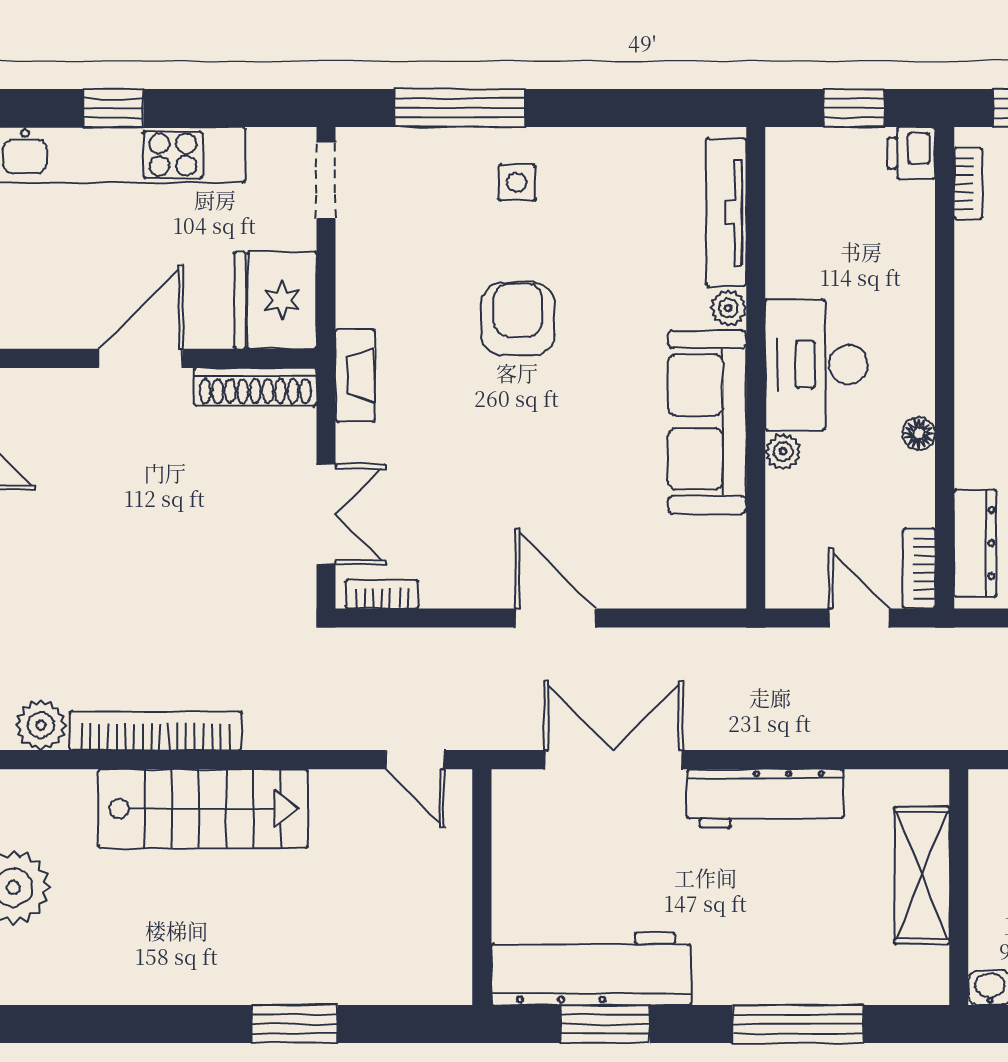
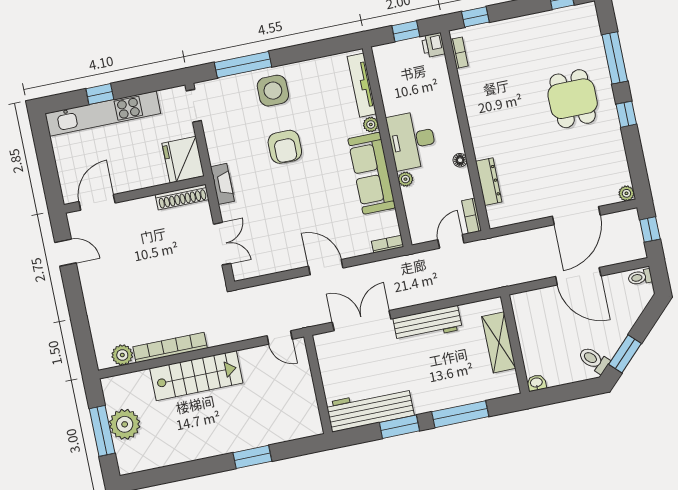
side table: (517, 183) -> (273, 91), width x1.87, depth x1.87
armchair: (518, 319) -> (285, 147), turned 180
door: (141, 358) -> (97, 202), moved
dresser: (975, 543) -> (489, 182), moved
bookcase: (382, 594) -> (388, 244), moved
door: (859, 618) -> (451, 241), hinge flipped
window: (605, 1024) -> (399, 427), moved

